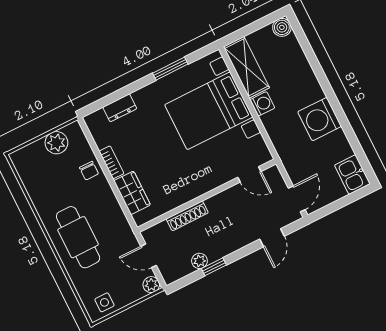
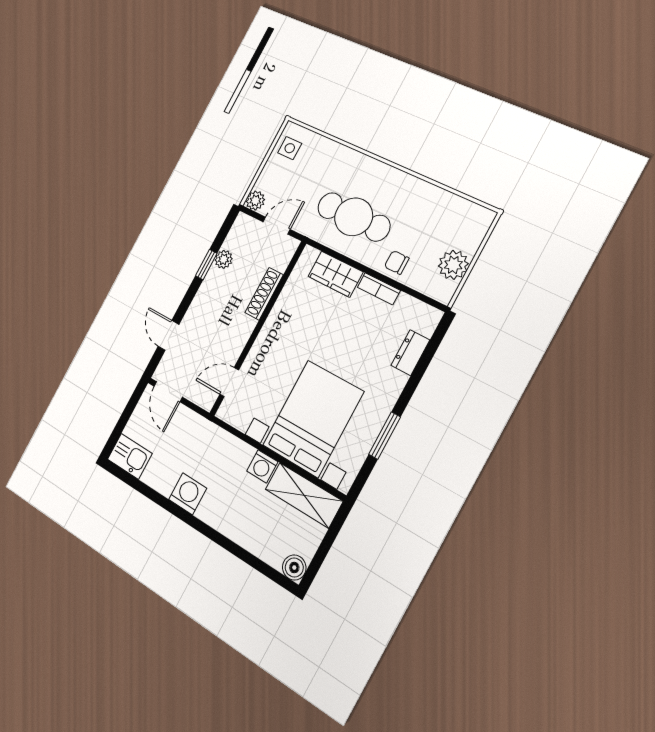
washing machine: (320, 119) -> (188, 494), width x0.73, depth x0.73
cafe table: (78, 237) -> (354, 217), moved

